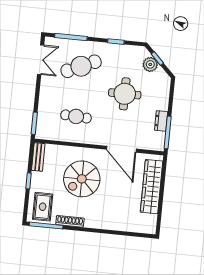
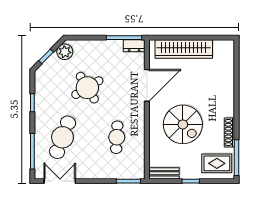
plant: (150, 64) -> (65, 52), moved
cafe table: (81, 66) -> (62, 137), turned 45
round table: (125, 94) -> (87, 88), turned -31
dresser: (161, 121) -> (134, 46), moved

